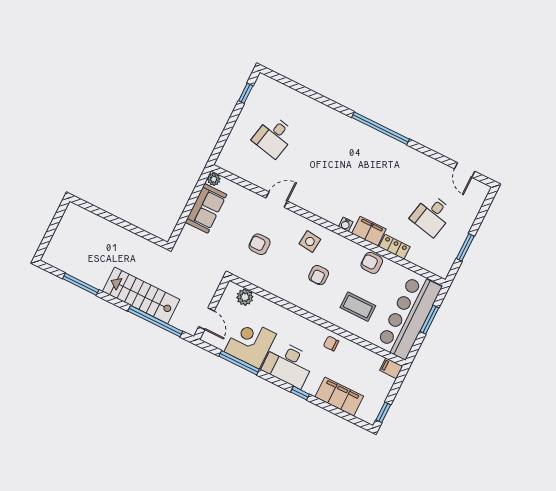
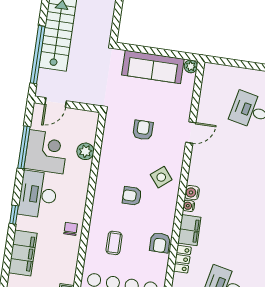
door: (277, 200) -> (191, 132), hinge flipped
sofa: (206, 208) -> (153, 67), width x1.36
water cooler: (334, 217) -> (192, 193), added
side table: (310, 241) -> (161, 177), turned 45
armchair: (372, 263) -> (160, 243), turned 180
plant: (245, 297) -> (85, 151), moved
coffee table: (358, 307) -> (114, 243), width x0.73, depth x0.77

